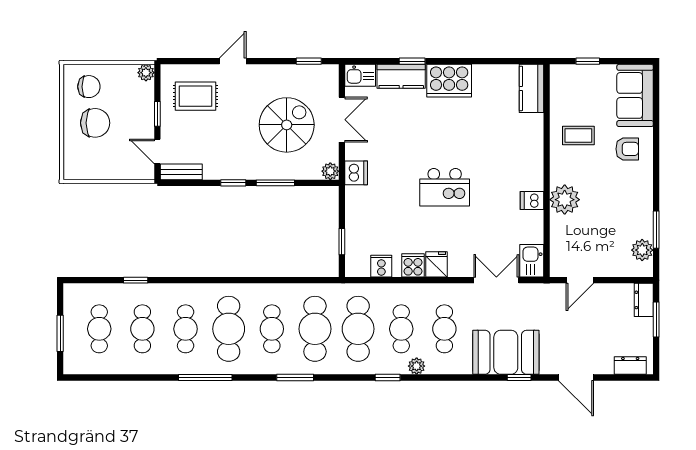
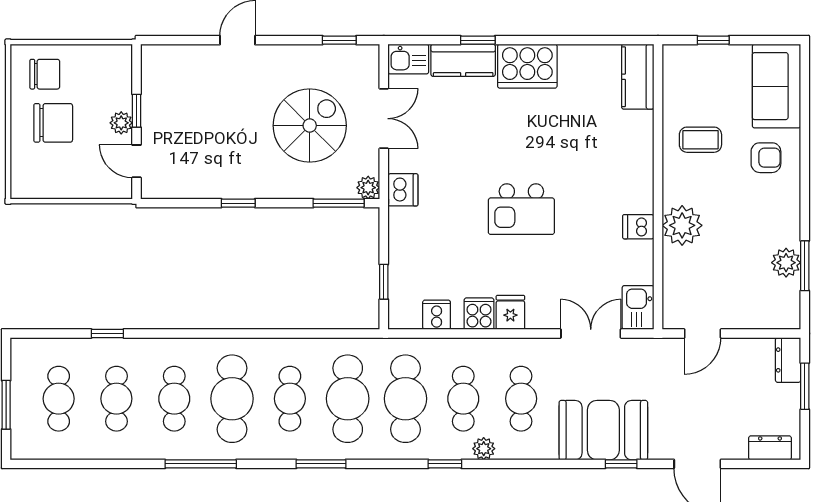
plant: (146, 73) -> (121, 123), moved
rug: (196, 96) -> (188, 87), removed
bench: (181, 172) -> (169, 188), removed
window: (275, 183) -> (339, 203), moved
plant: (642, 250) -> (786, 263), moved

